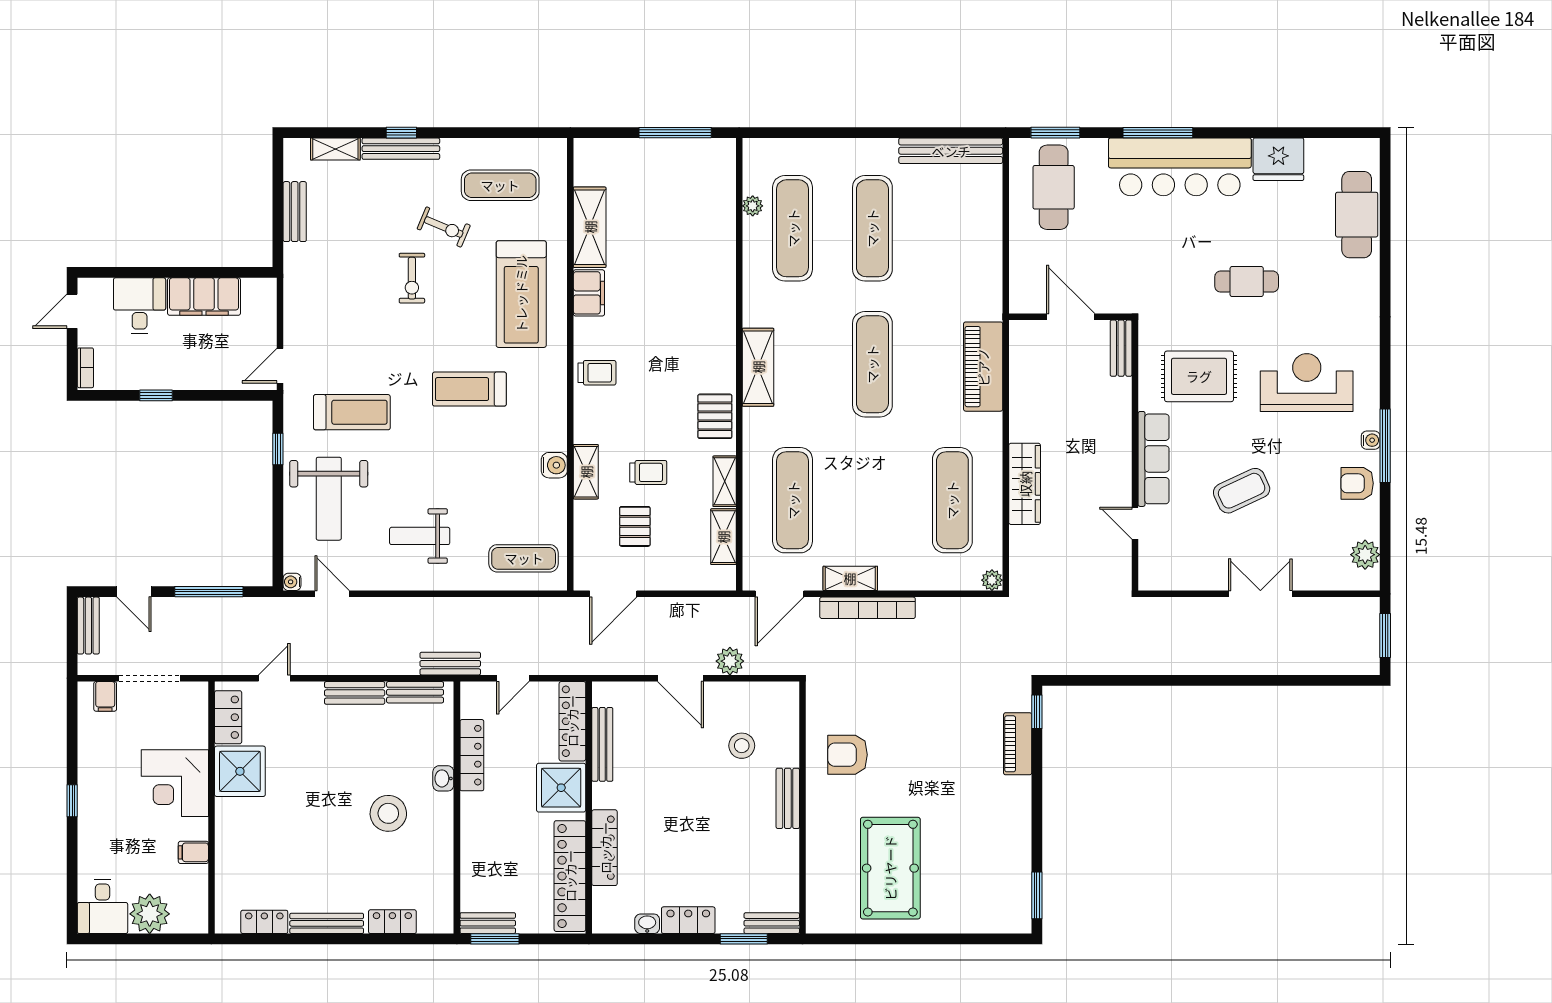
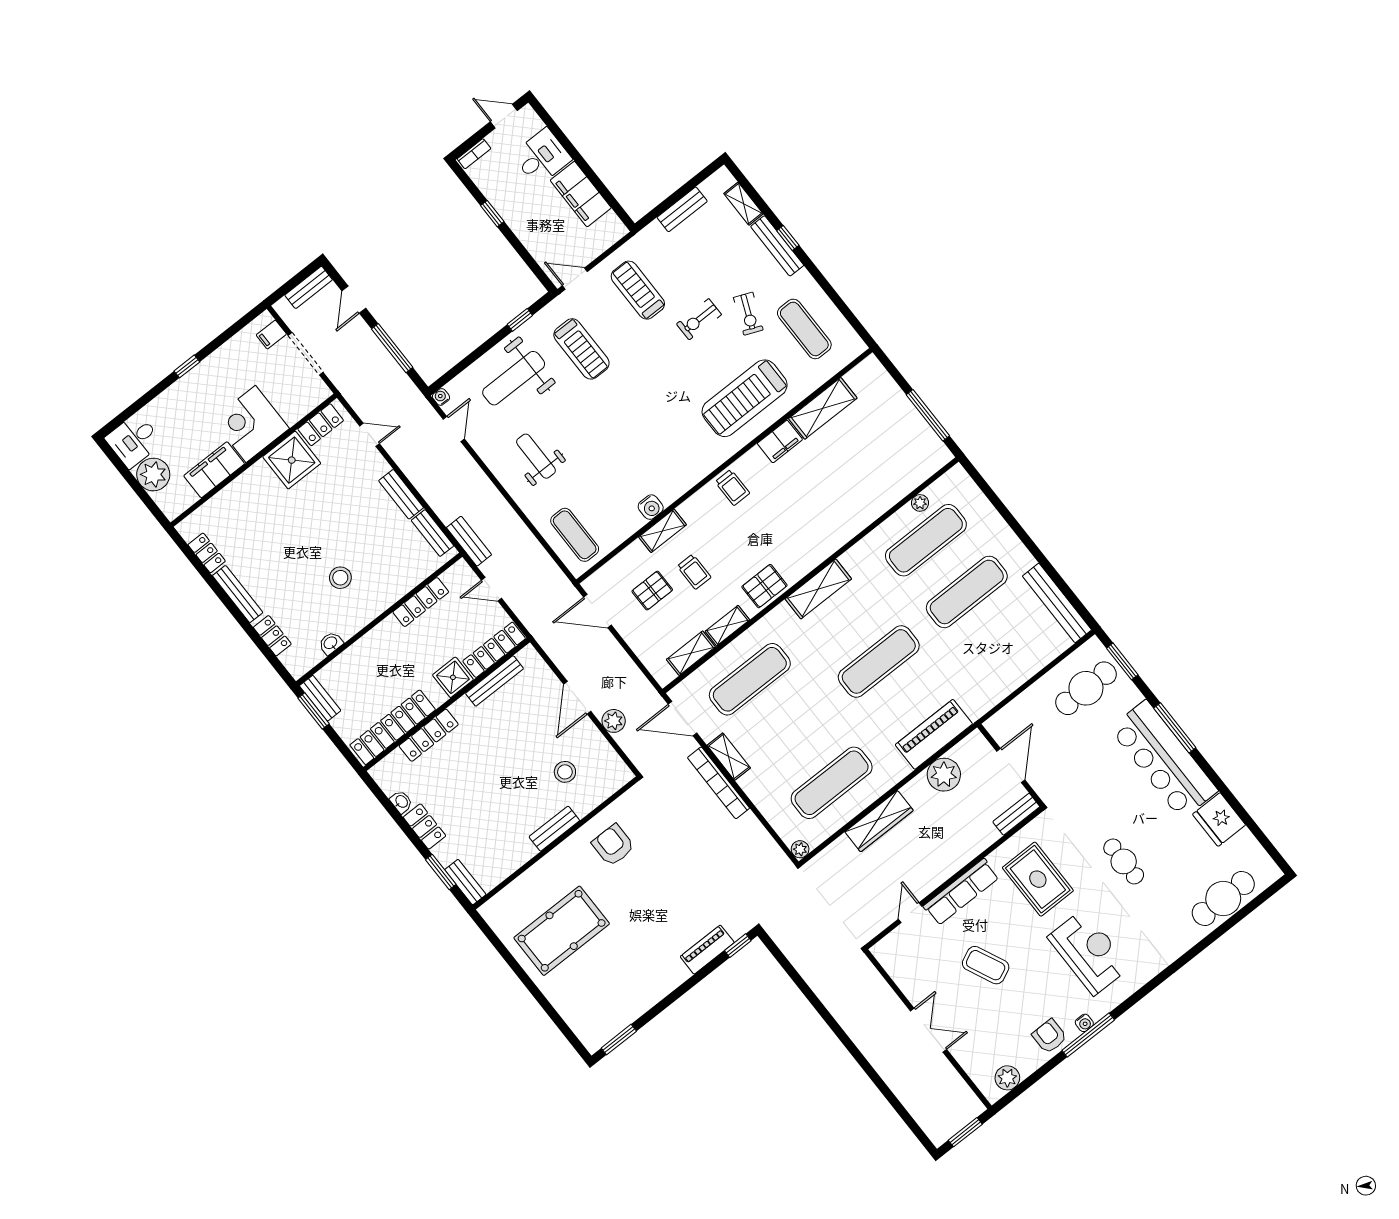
plant: (1029, 387) -> (944, 775), added
treadmill: (469, 389) -> (638, 290), moved
washbasin: (443, 778) -> (331, 643), moved
shower: (561, 788) -> (453, 677), width x0.73, depth x0.73
stool: (388, 813) -> (340, 578), width x0.73, depth x0.73
filing cabinet: (193, 852) -> (214, 470), width x3.00, depth x1.17

